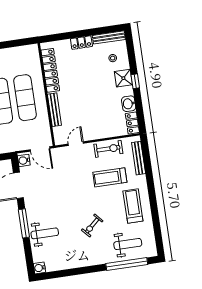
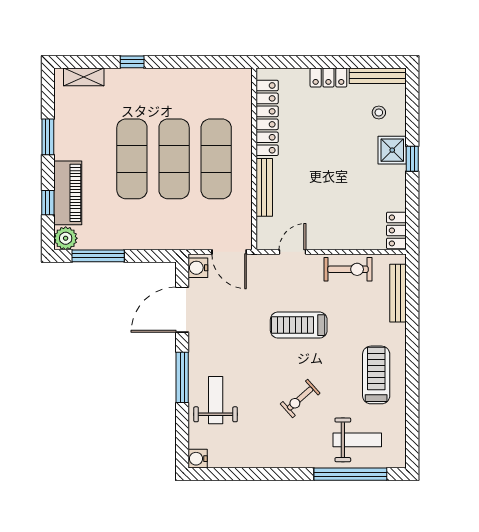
washbasin: (129, 104) -> (395, 196), removed
treadmill: (110, 177) -> (299, 325), moved
weight bench: (45, 233) -> (216, 400), turned -90

